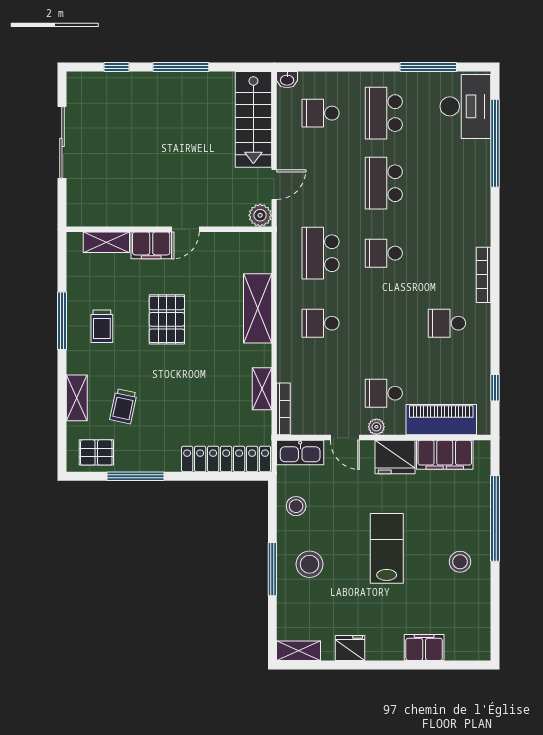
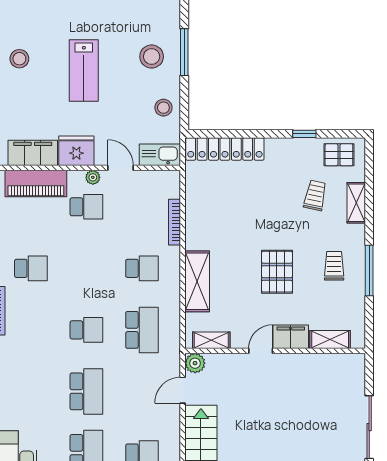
shelving: (262, 389) -> (211, 340), moved, turned 90
bookcase: (283, 409) -> (175, 222), moved
window: (136, 476) -> (304, 134), width x0.46

